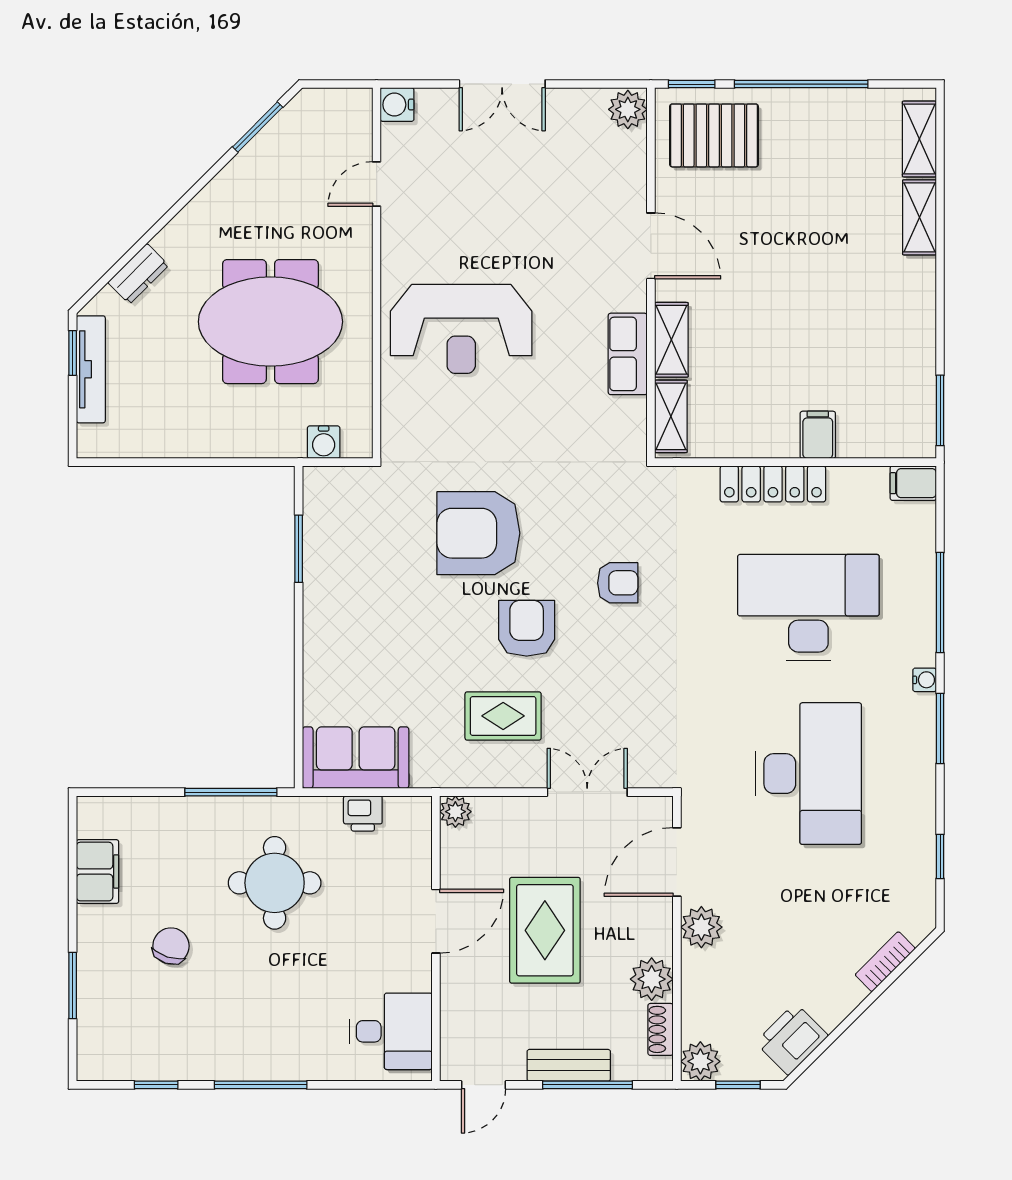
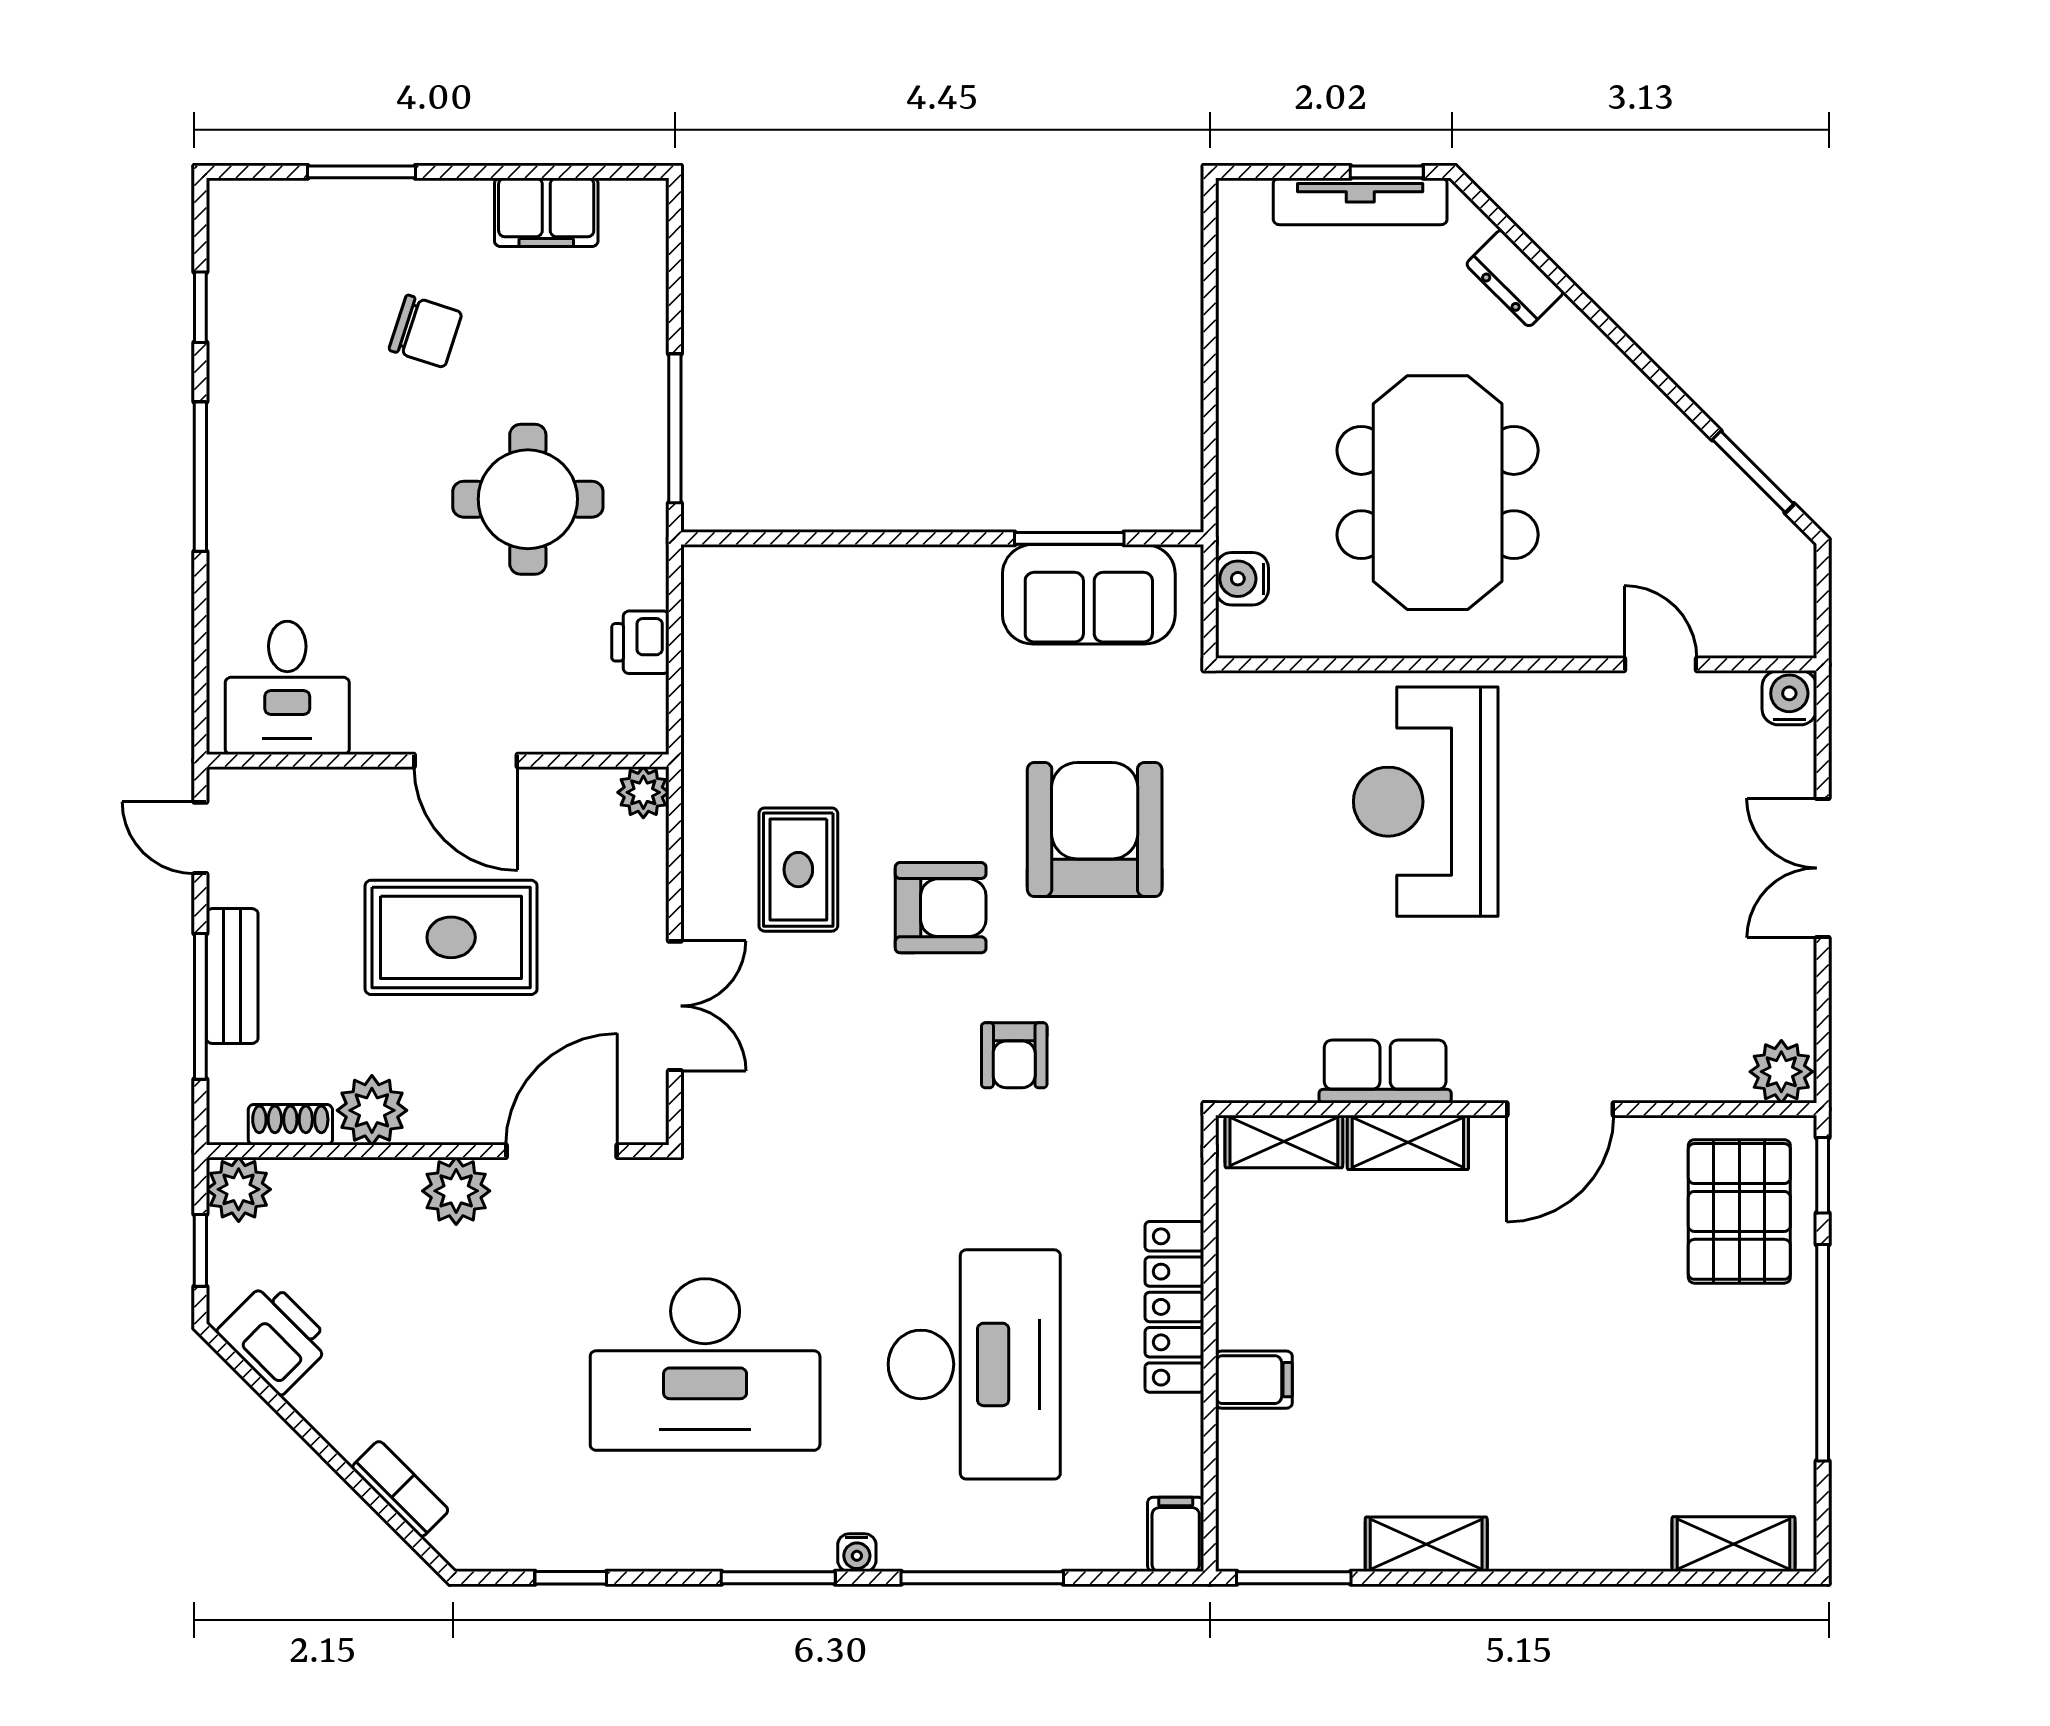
shelving: (919, 217) -> (1426, 1544), moved
sofa: (356, 758) -> (1089, 594), moved, turned 90
door: (677, 862) -> (562, 1151), hinge flipped

